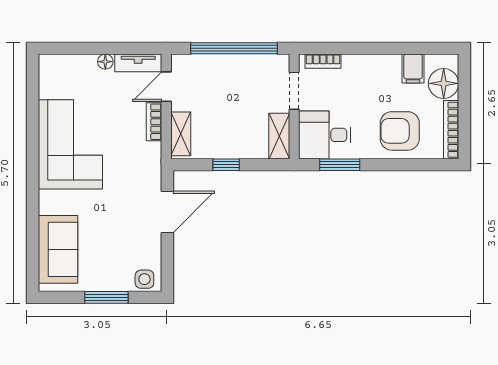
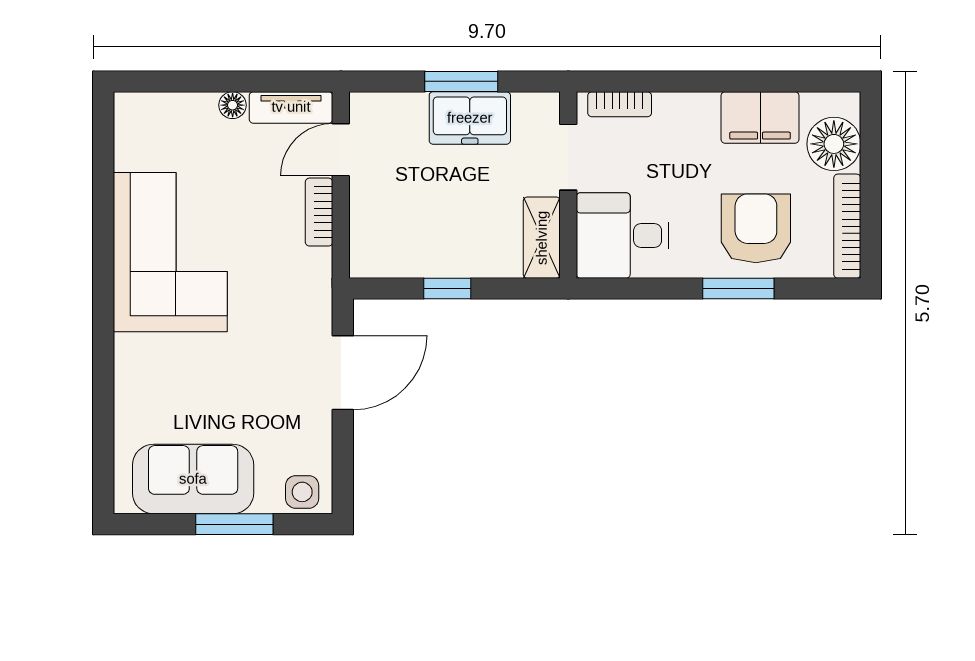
window: (234, 48) -> (461, 81), width x0.47
freezer: (239, 69) -> (470, 118), added
filing cabinet: (413, 69) -> (760, 117), width x2.00
armchair: (400, 131) -> (756, 228), turned 90
shelving: (181, 134) -> (367, 234), removed
window: (340, 165) -> (738, 289), moved
sofa: (58, 249) -> (193, 479), moved, turned -90

